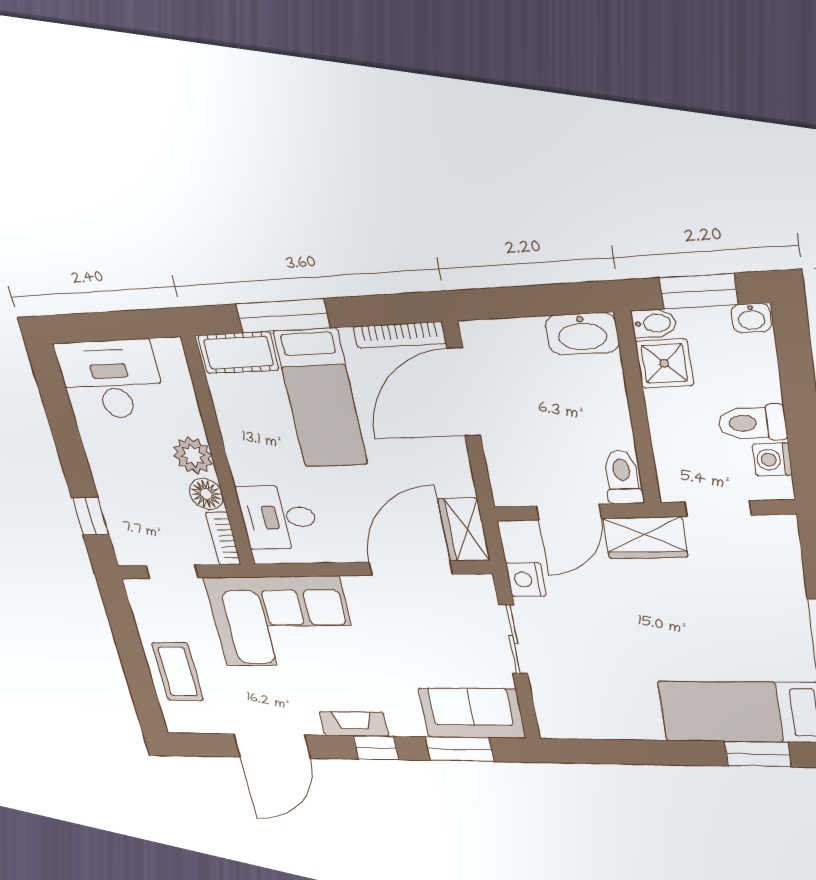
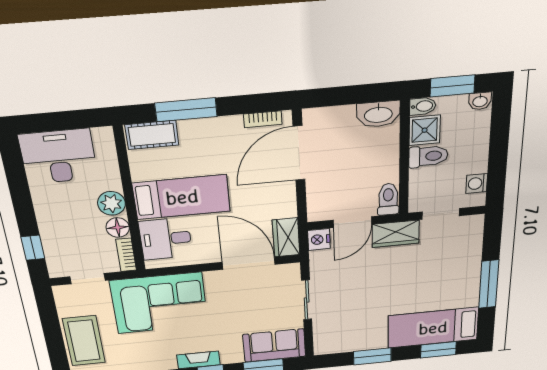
bookcase: (400, 335) -> (263, 119), width x0.64
bed: (321, 398) -> (182, 197), moved, turned -90
toilet: (752, 423) -> (428, 156), moved, turned 180
door: (411, 568) -> (249, 263), hinge flipped
nightstand: (526, 580) -> (319, 239), moved
coffee table: (178, 672) -> (84, 341), width x1.36, depth x1.32
window: (641, 752) -> (372, 356), added

